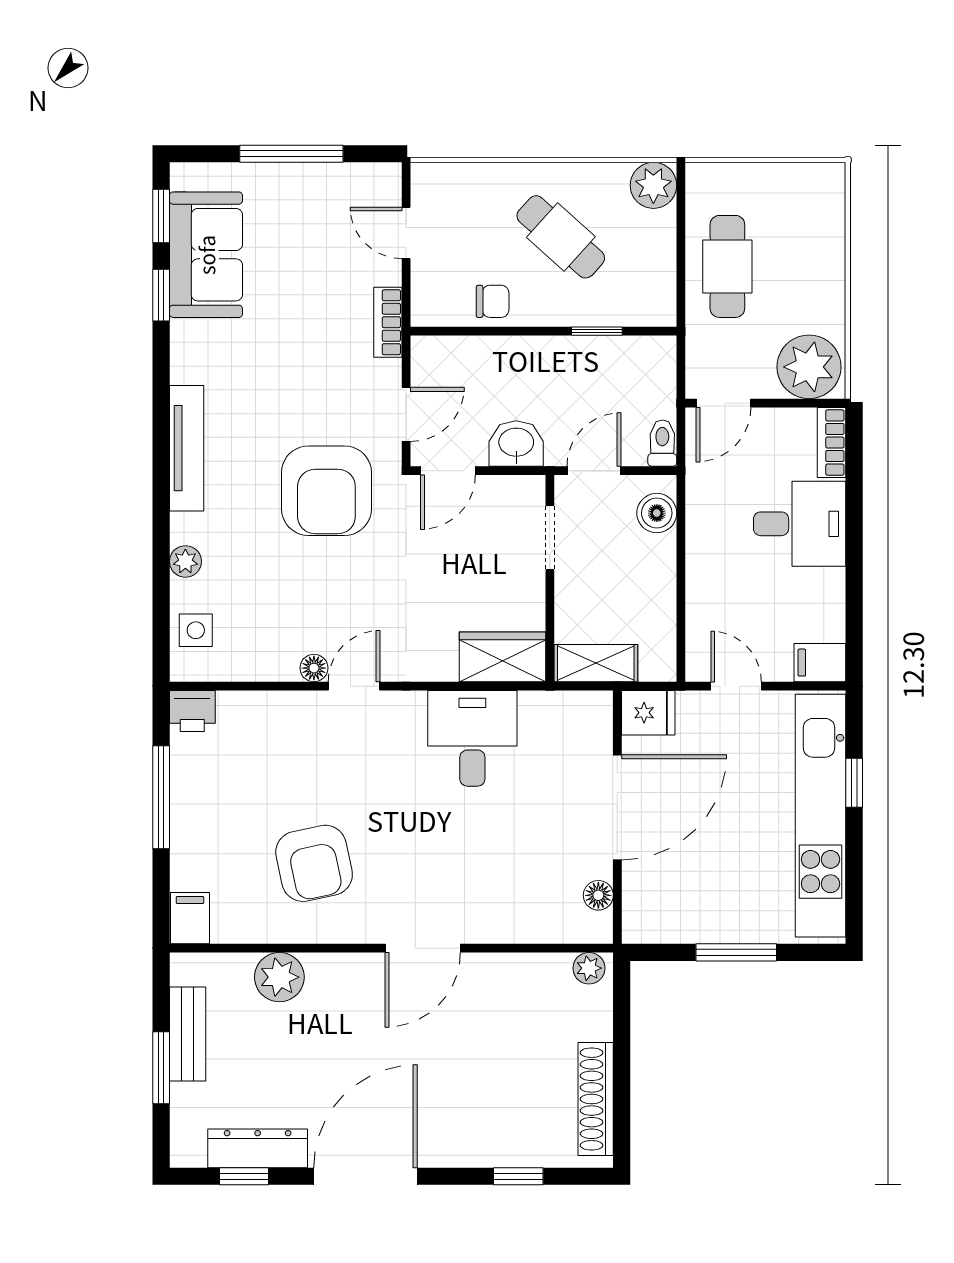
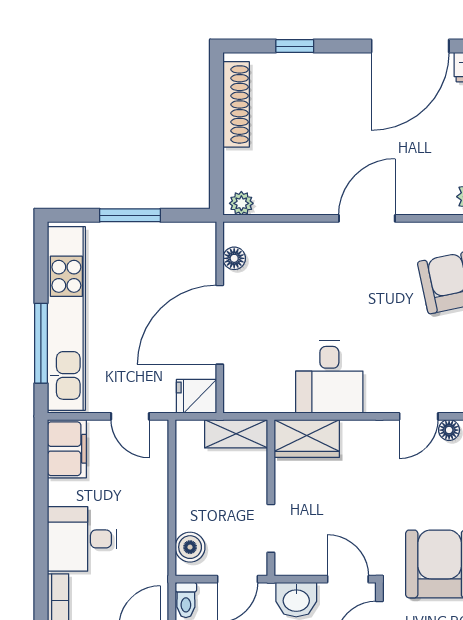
door: (448, 471) -> (348, 579), hinge flipped
filing cabinet: (820, 663) -> (67, 449), width x2.00
window: (854, 783) -> (41, 343), width x2.17

